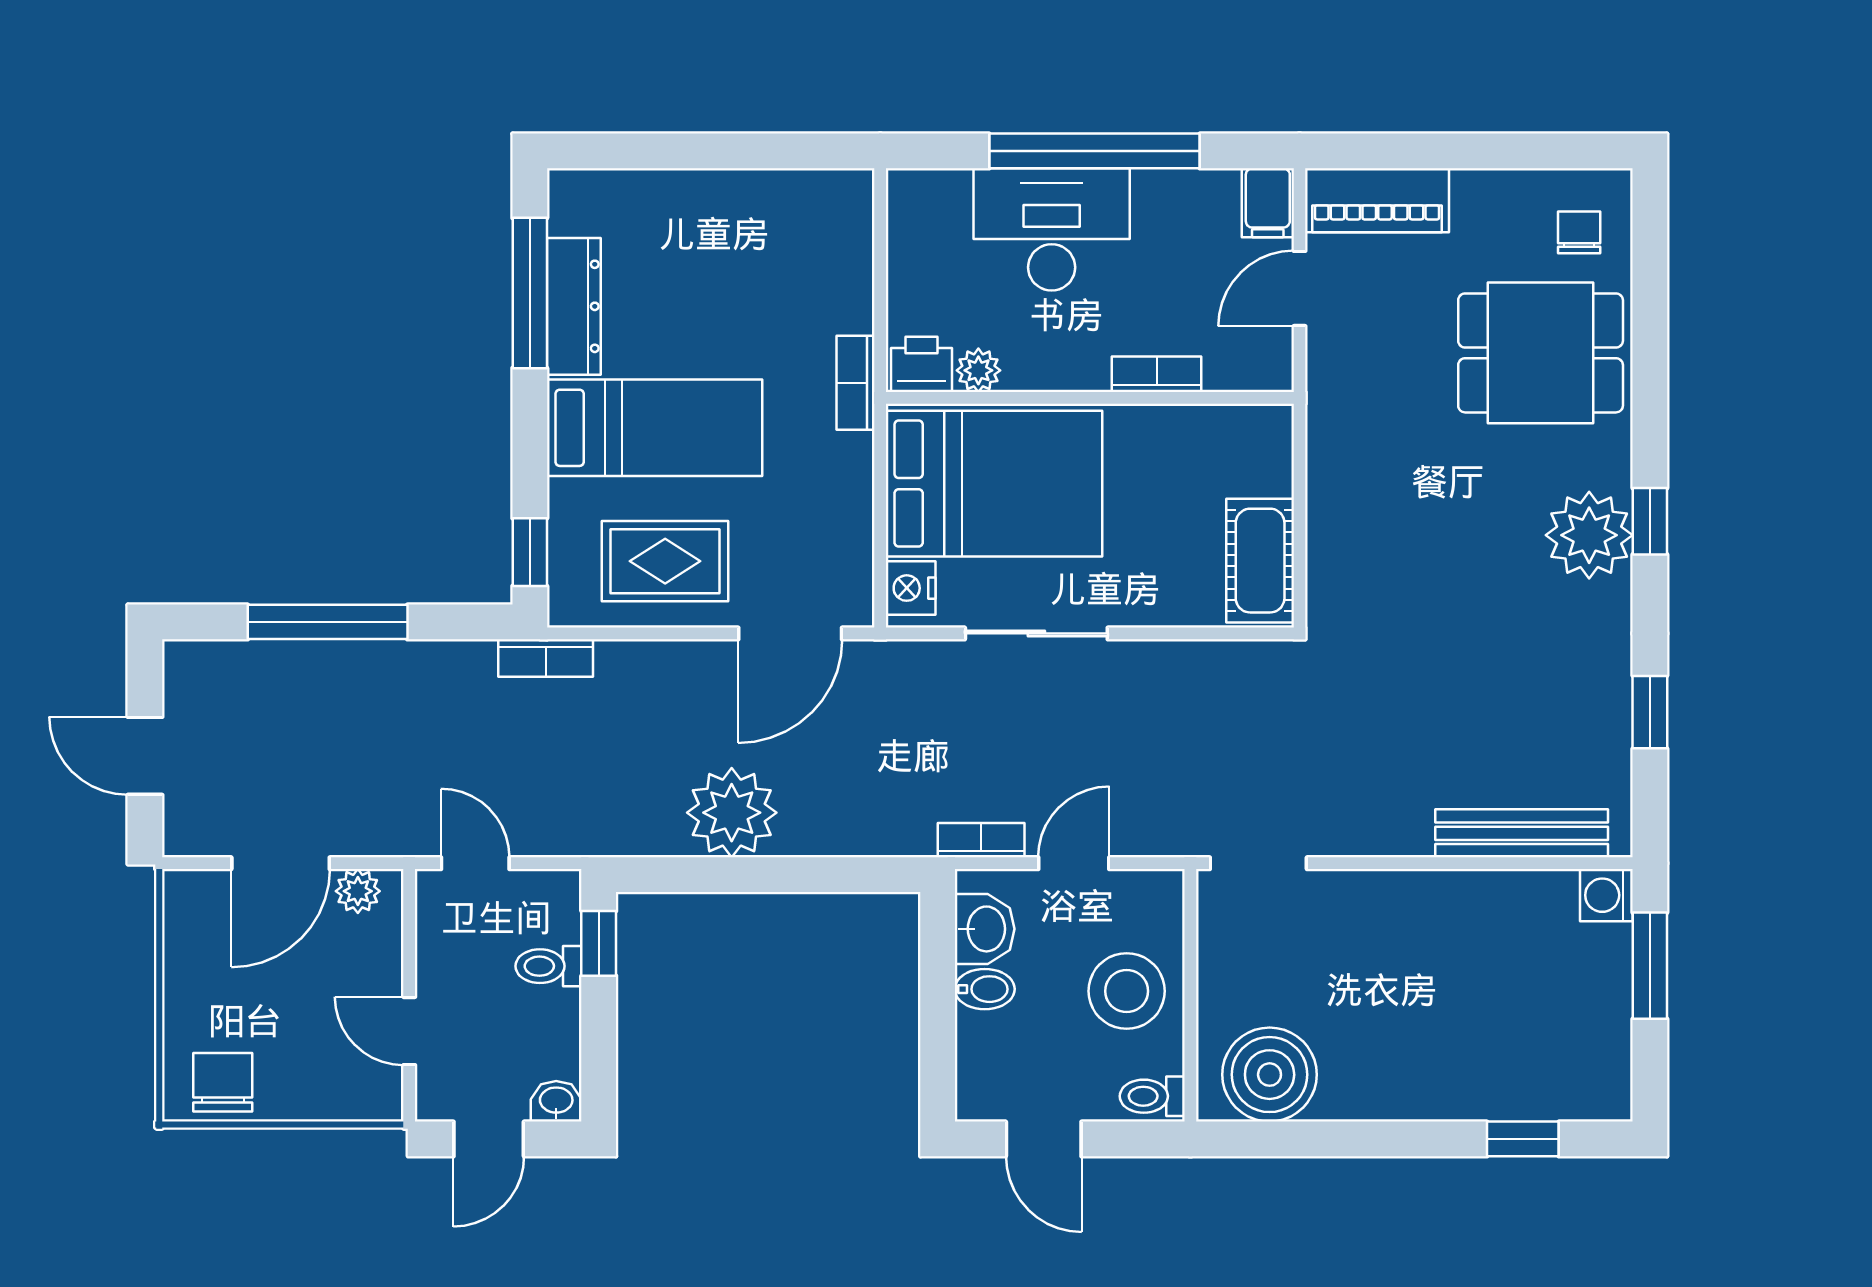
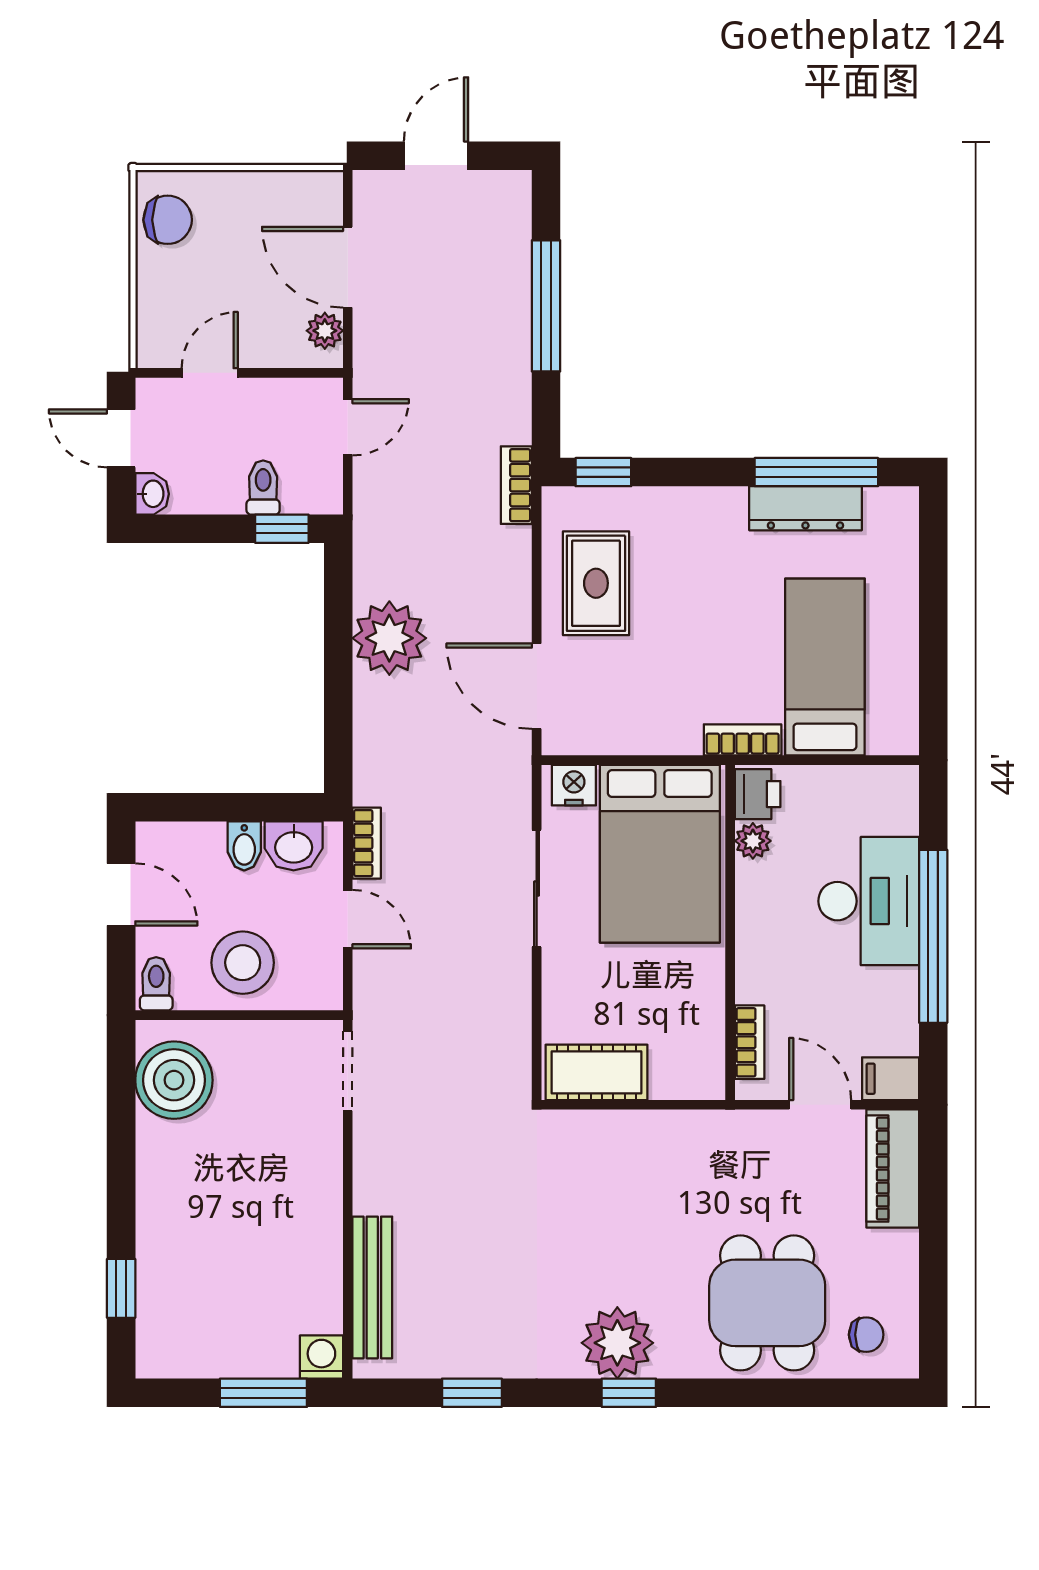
bookcase: (1157, 374) -> (750, 1042), moved
bed: (655, 428) -> (825, 667), moved, turned 180
door: (1044, 1139) -> (121, 894), swing flipped

